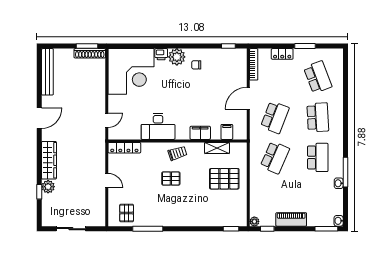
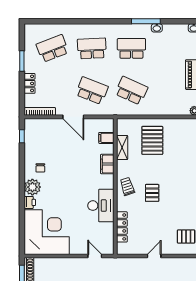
locker: (124, 148) -> (122, 227), moved

